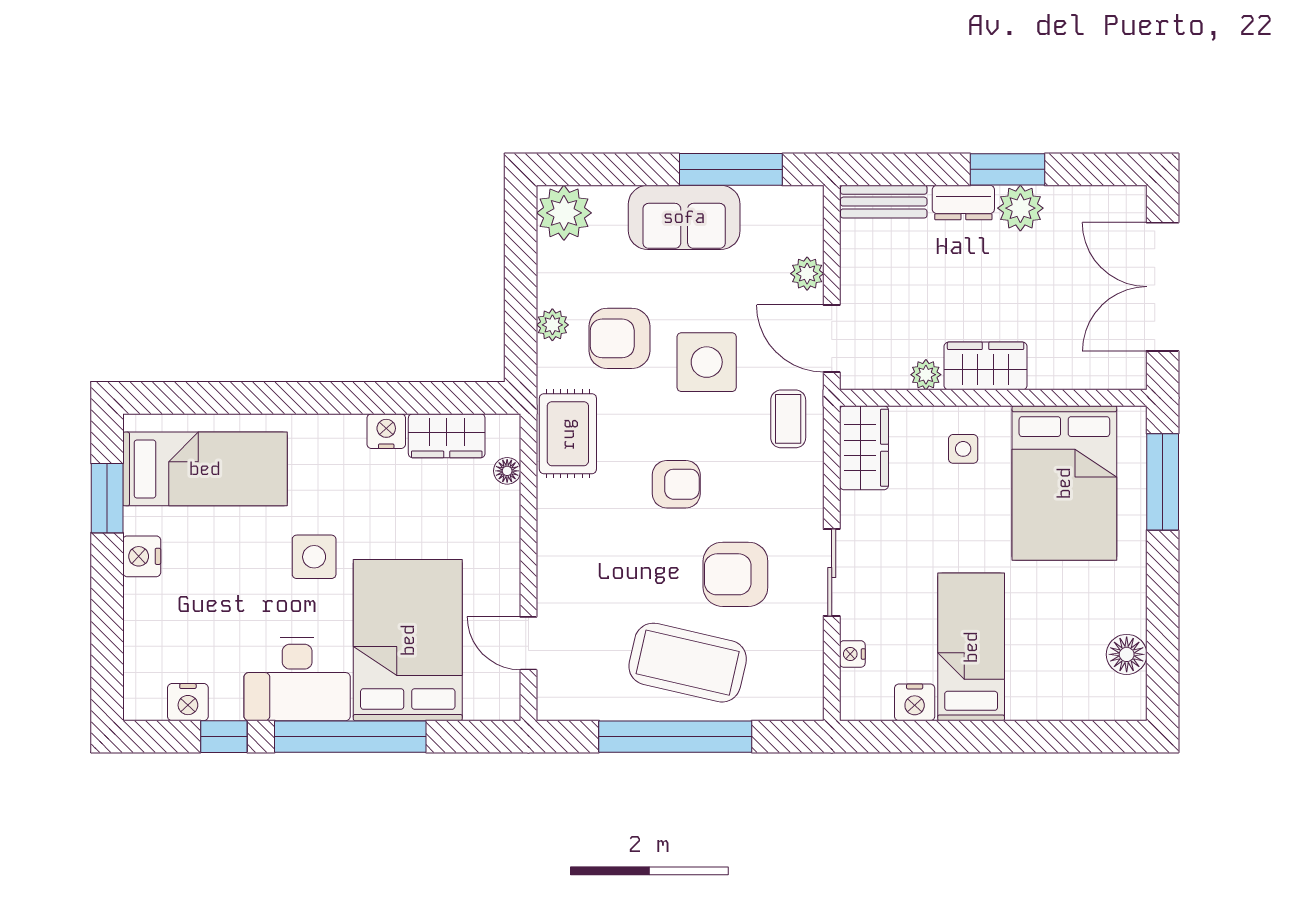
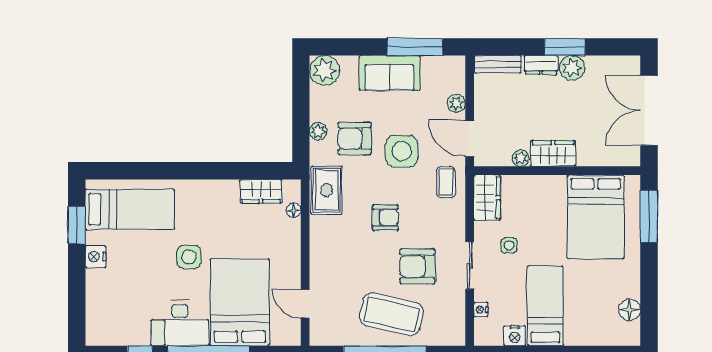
nightstand: (386, 431) -> (228, 189), removed
side table: (963, 449) -> (509, 245), moved
nightstand: (188, 702) -> (121, 336), removed

